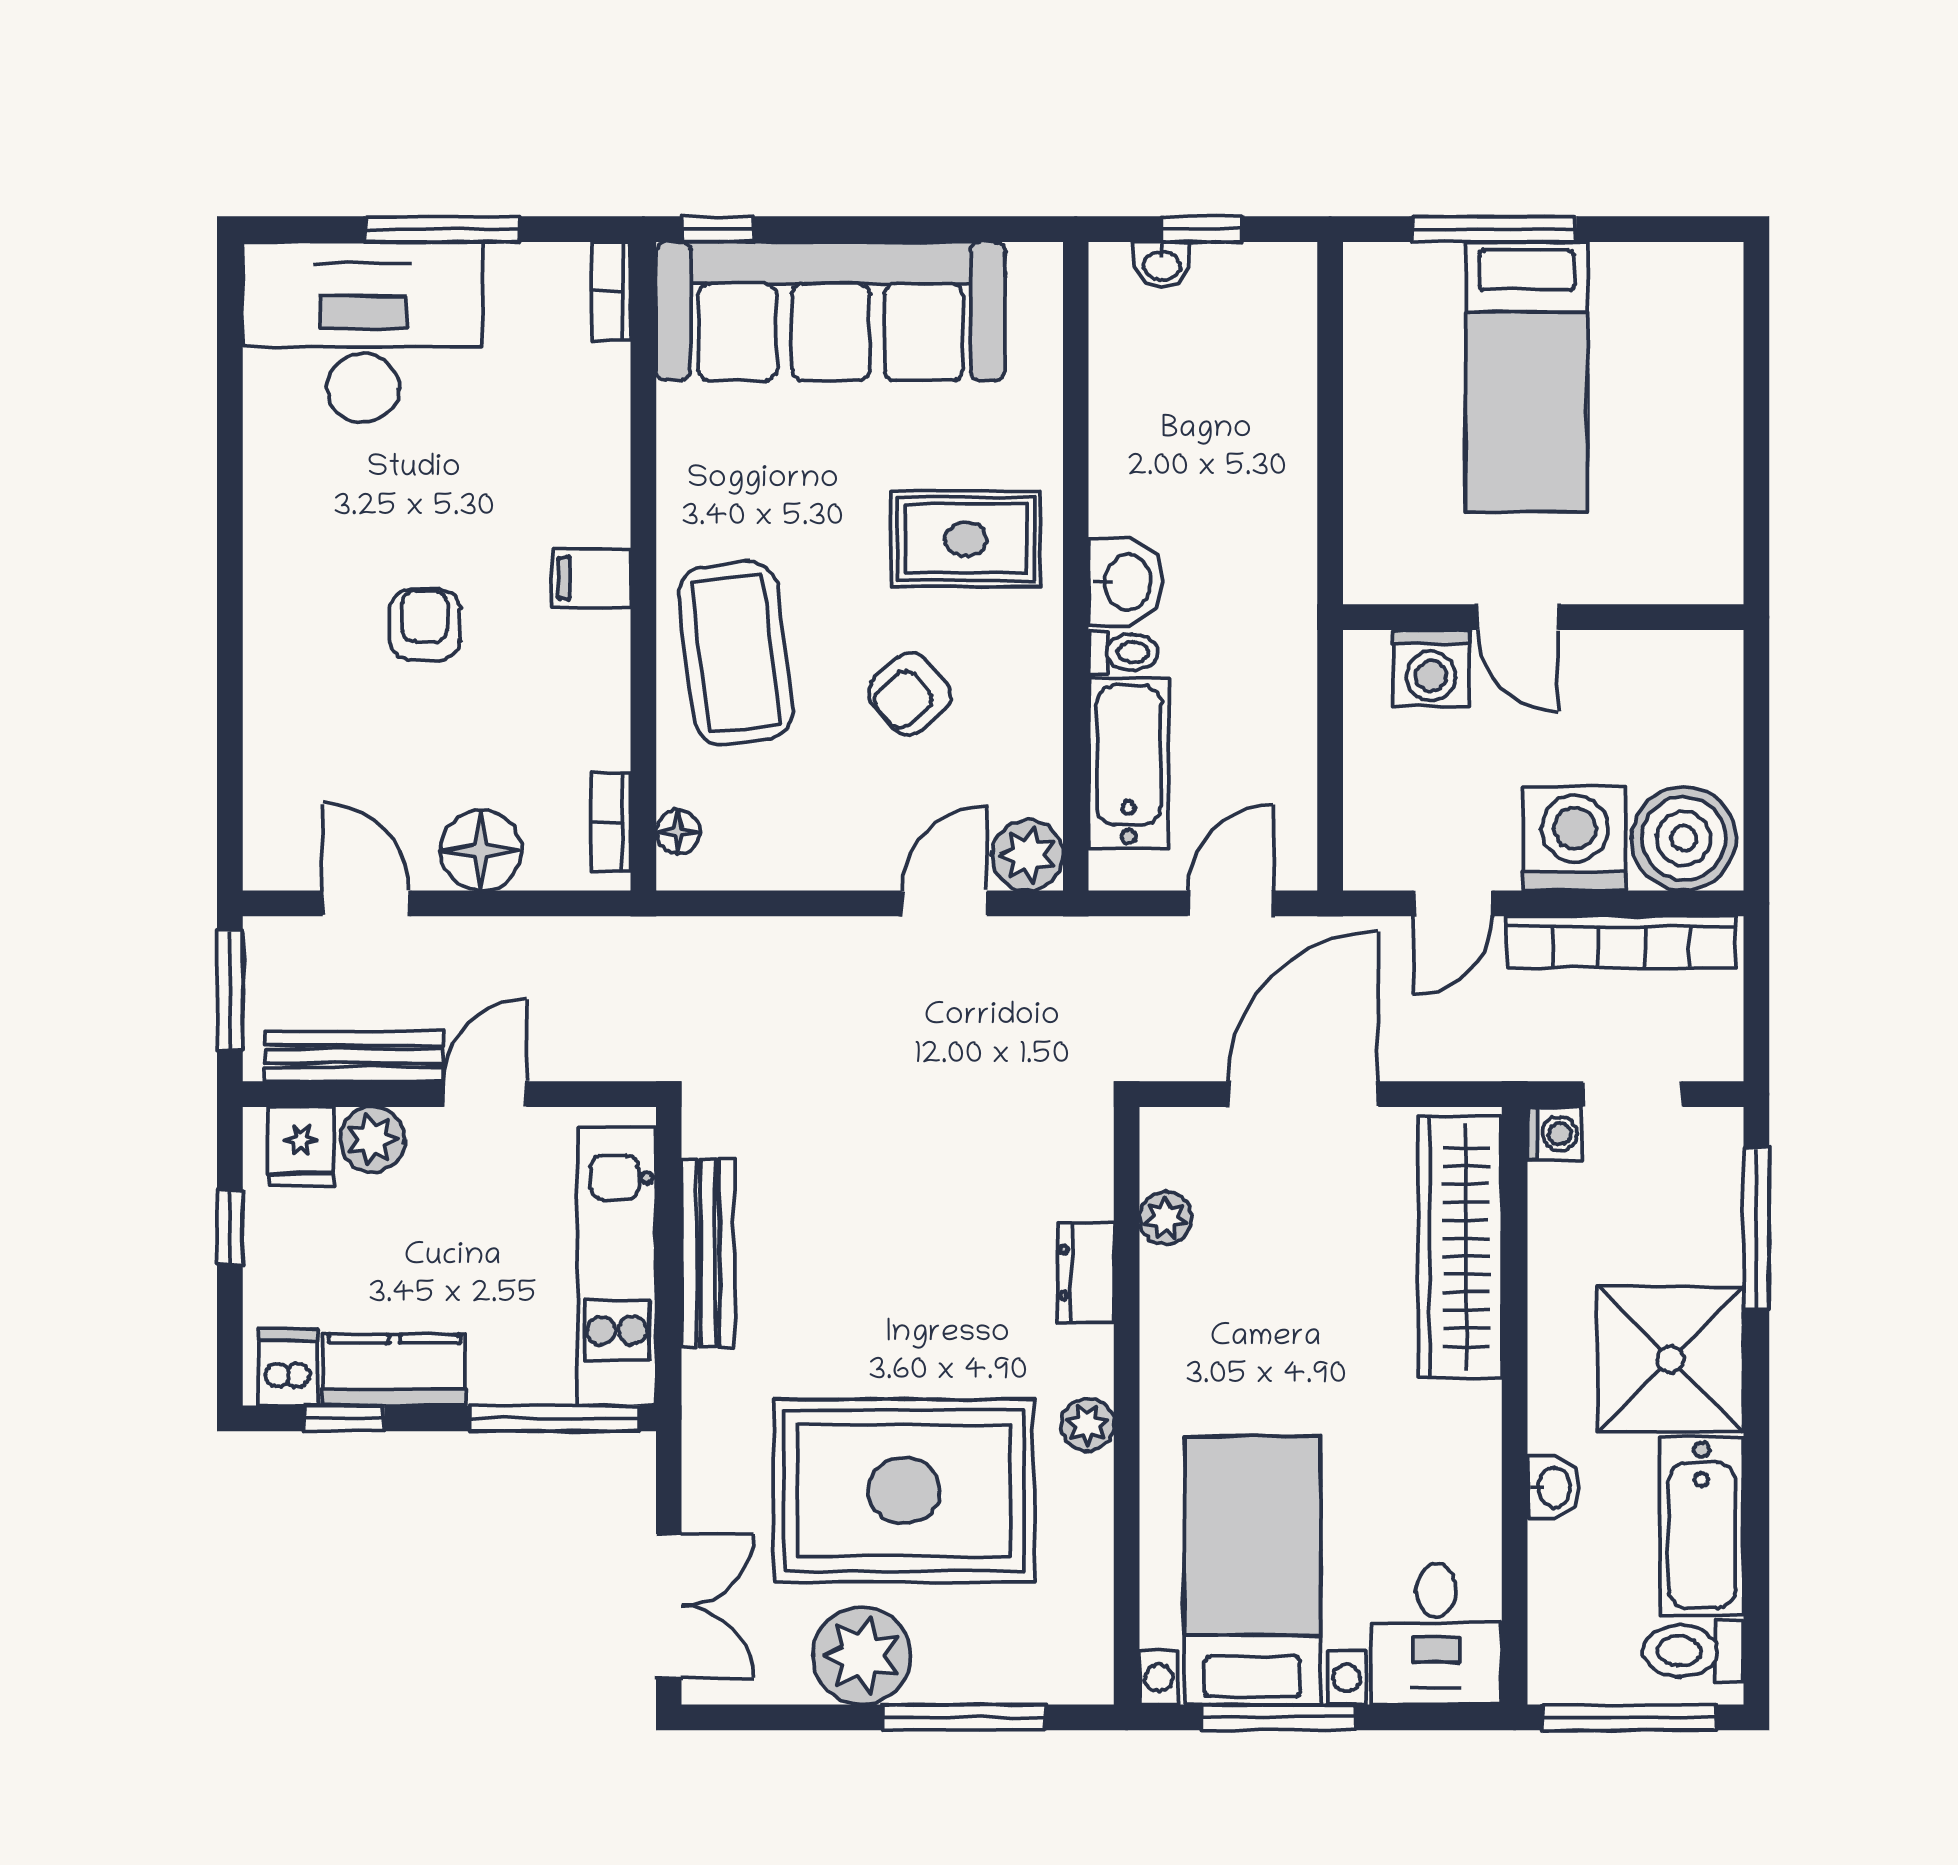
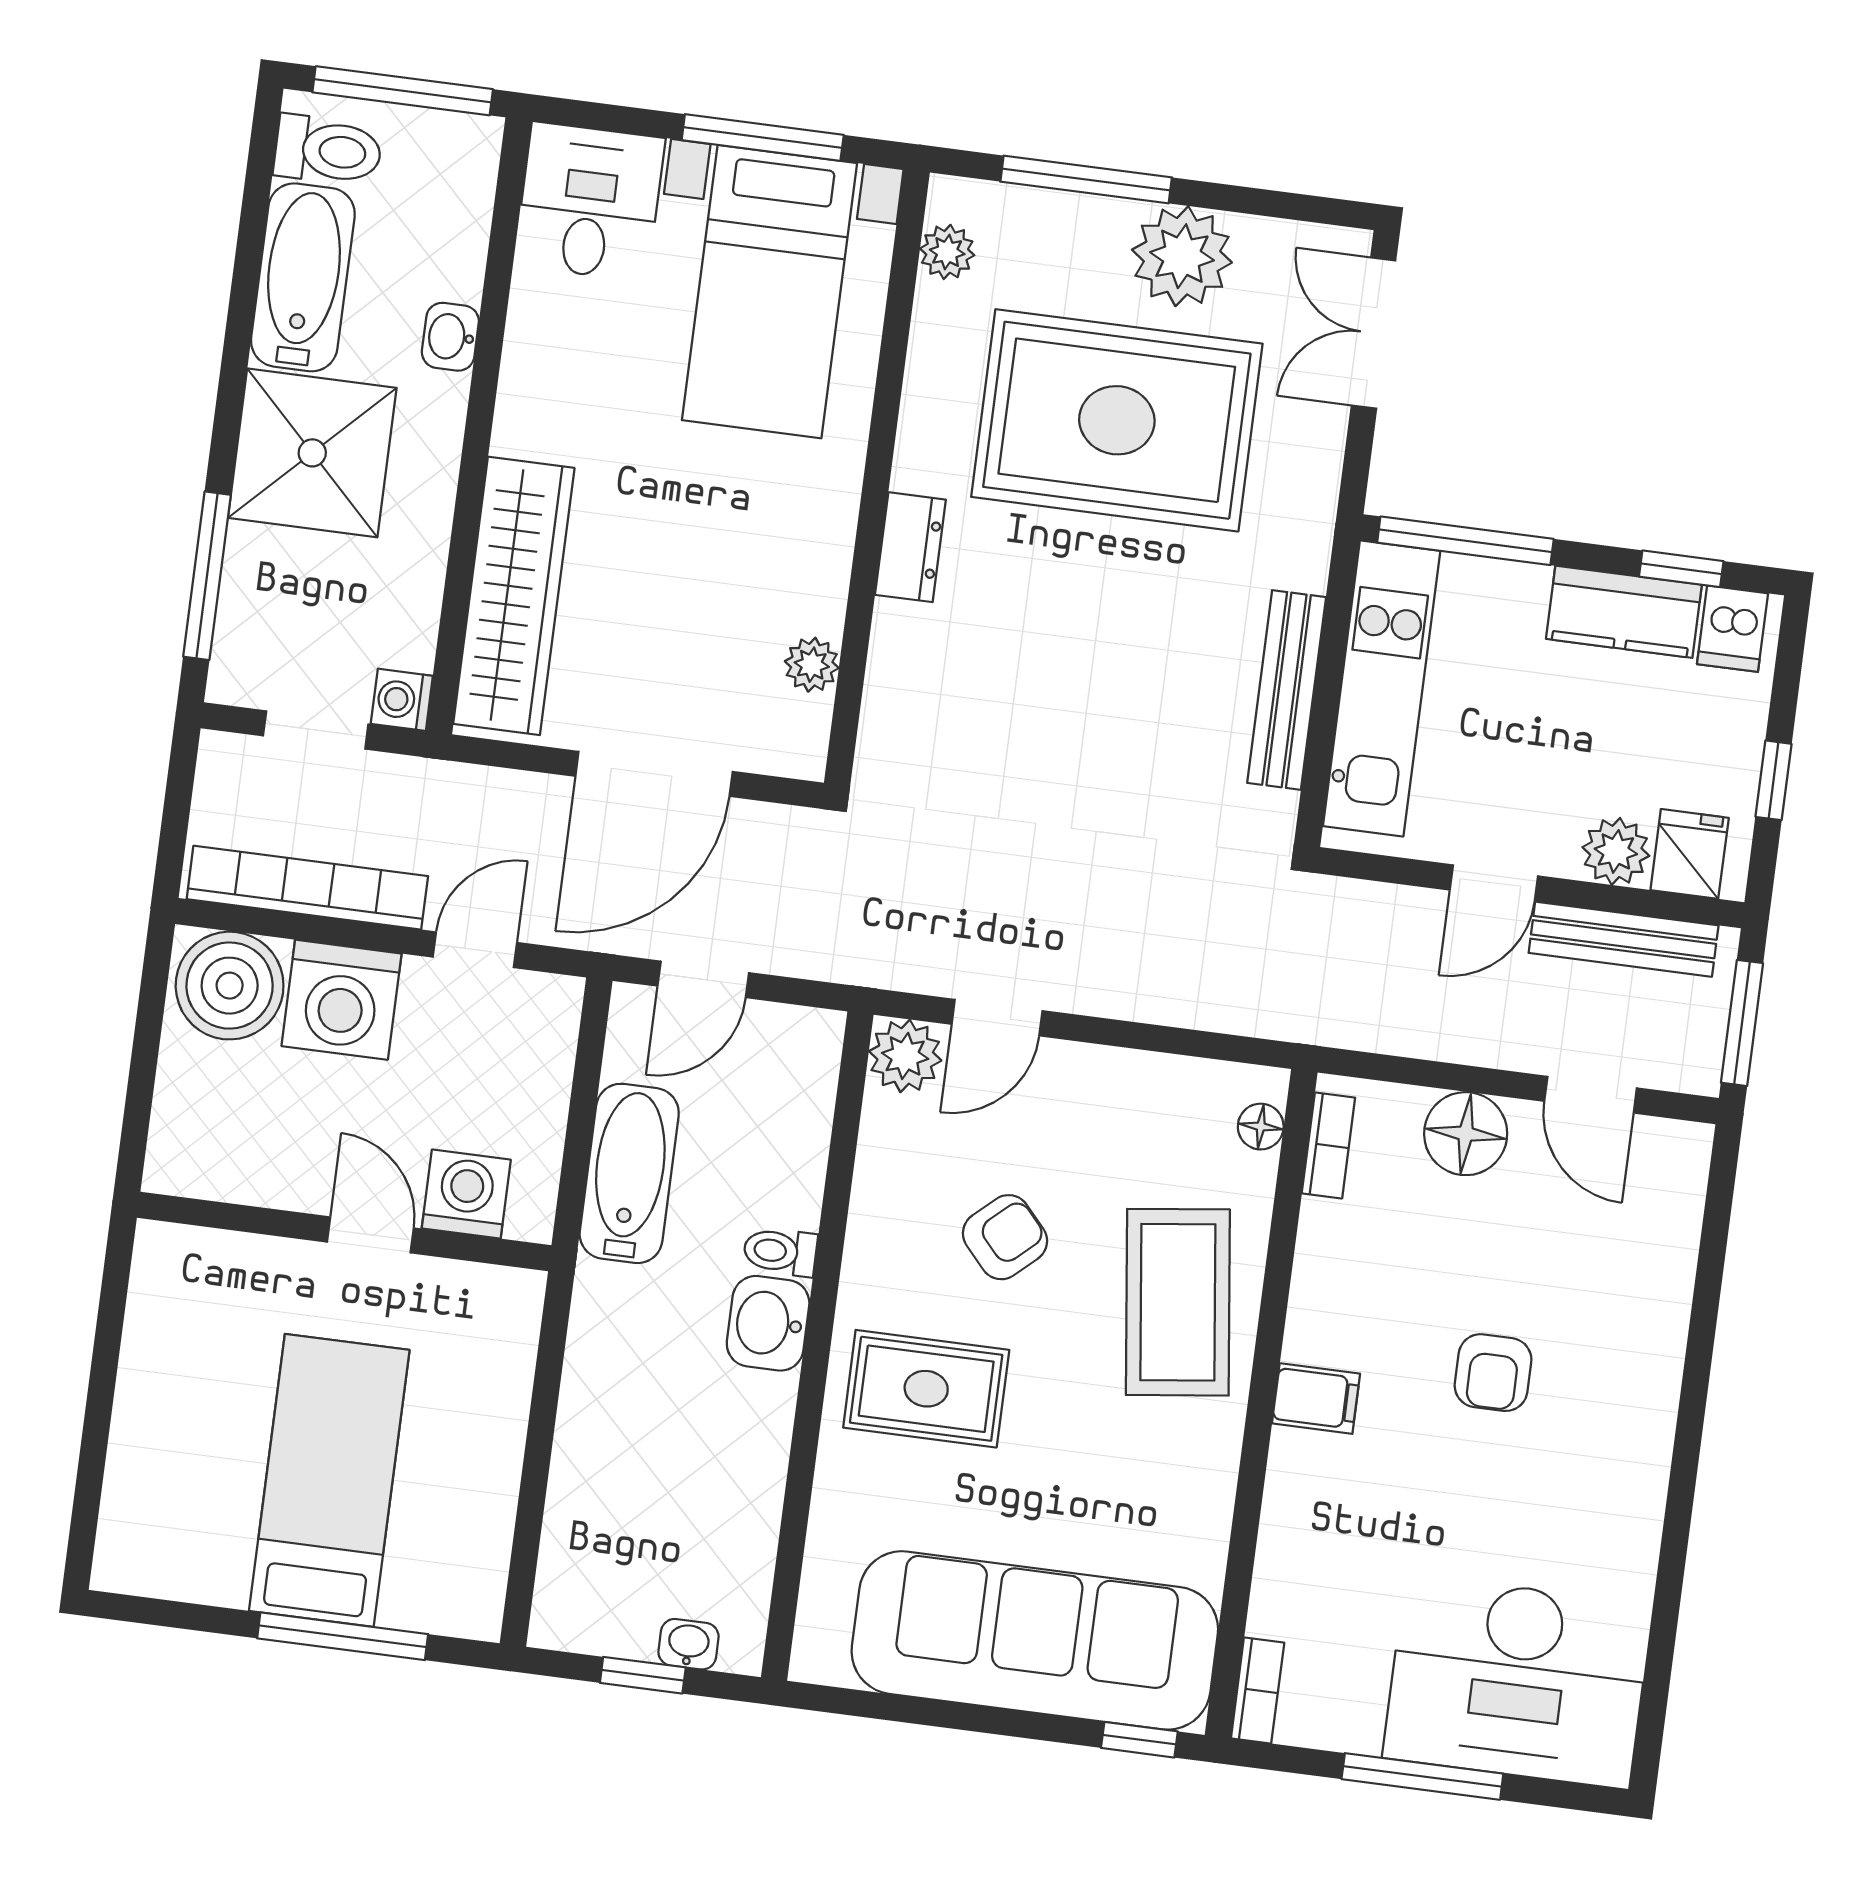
bathtub: (1129, 764) -> (629, 1173), moved, turned 180
dresser: (1086, 1273) -> (910, 547), moved
plant: (1087, 1425) -> (947, 252), moved

